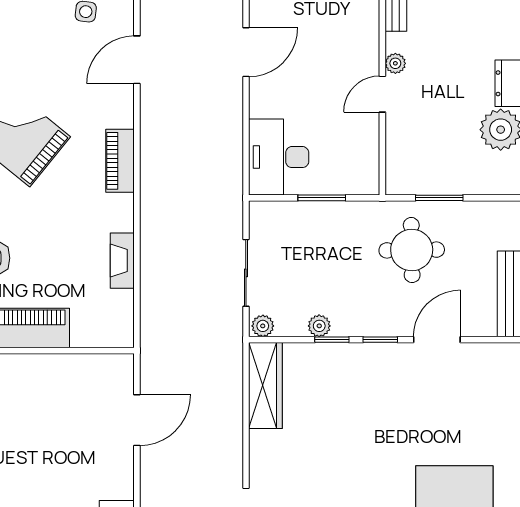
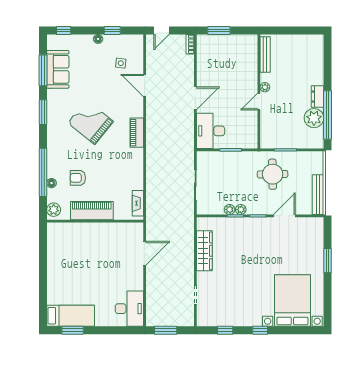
door: (246, 52) -> (195, 98), moved
door: (137, 60) -> (145, 86), hinge flipped
fireplace: (122, 261) -> (138, 203), moved
plant: (263, 326) -> (241, 210), moved
wardrobe: (265, 386) -> (204, 251), moved

